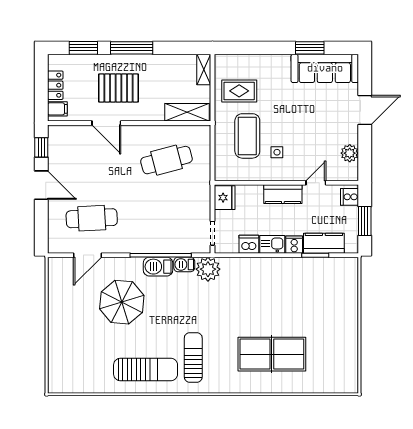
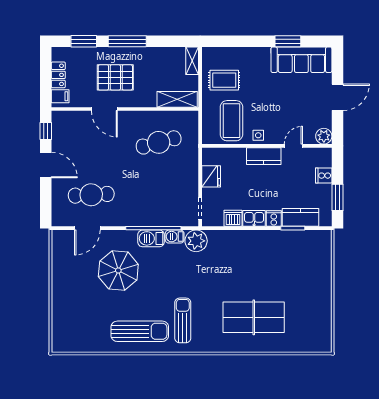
wall: (286, 183) -> (267, 146), moved
door: (316, 183) -> (293, 146), moved
kitchen counter: (283, 194) -> (264, 156), moved

